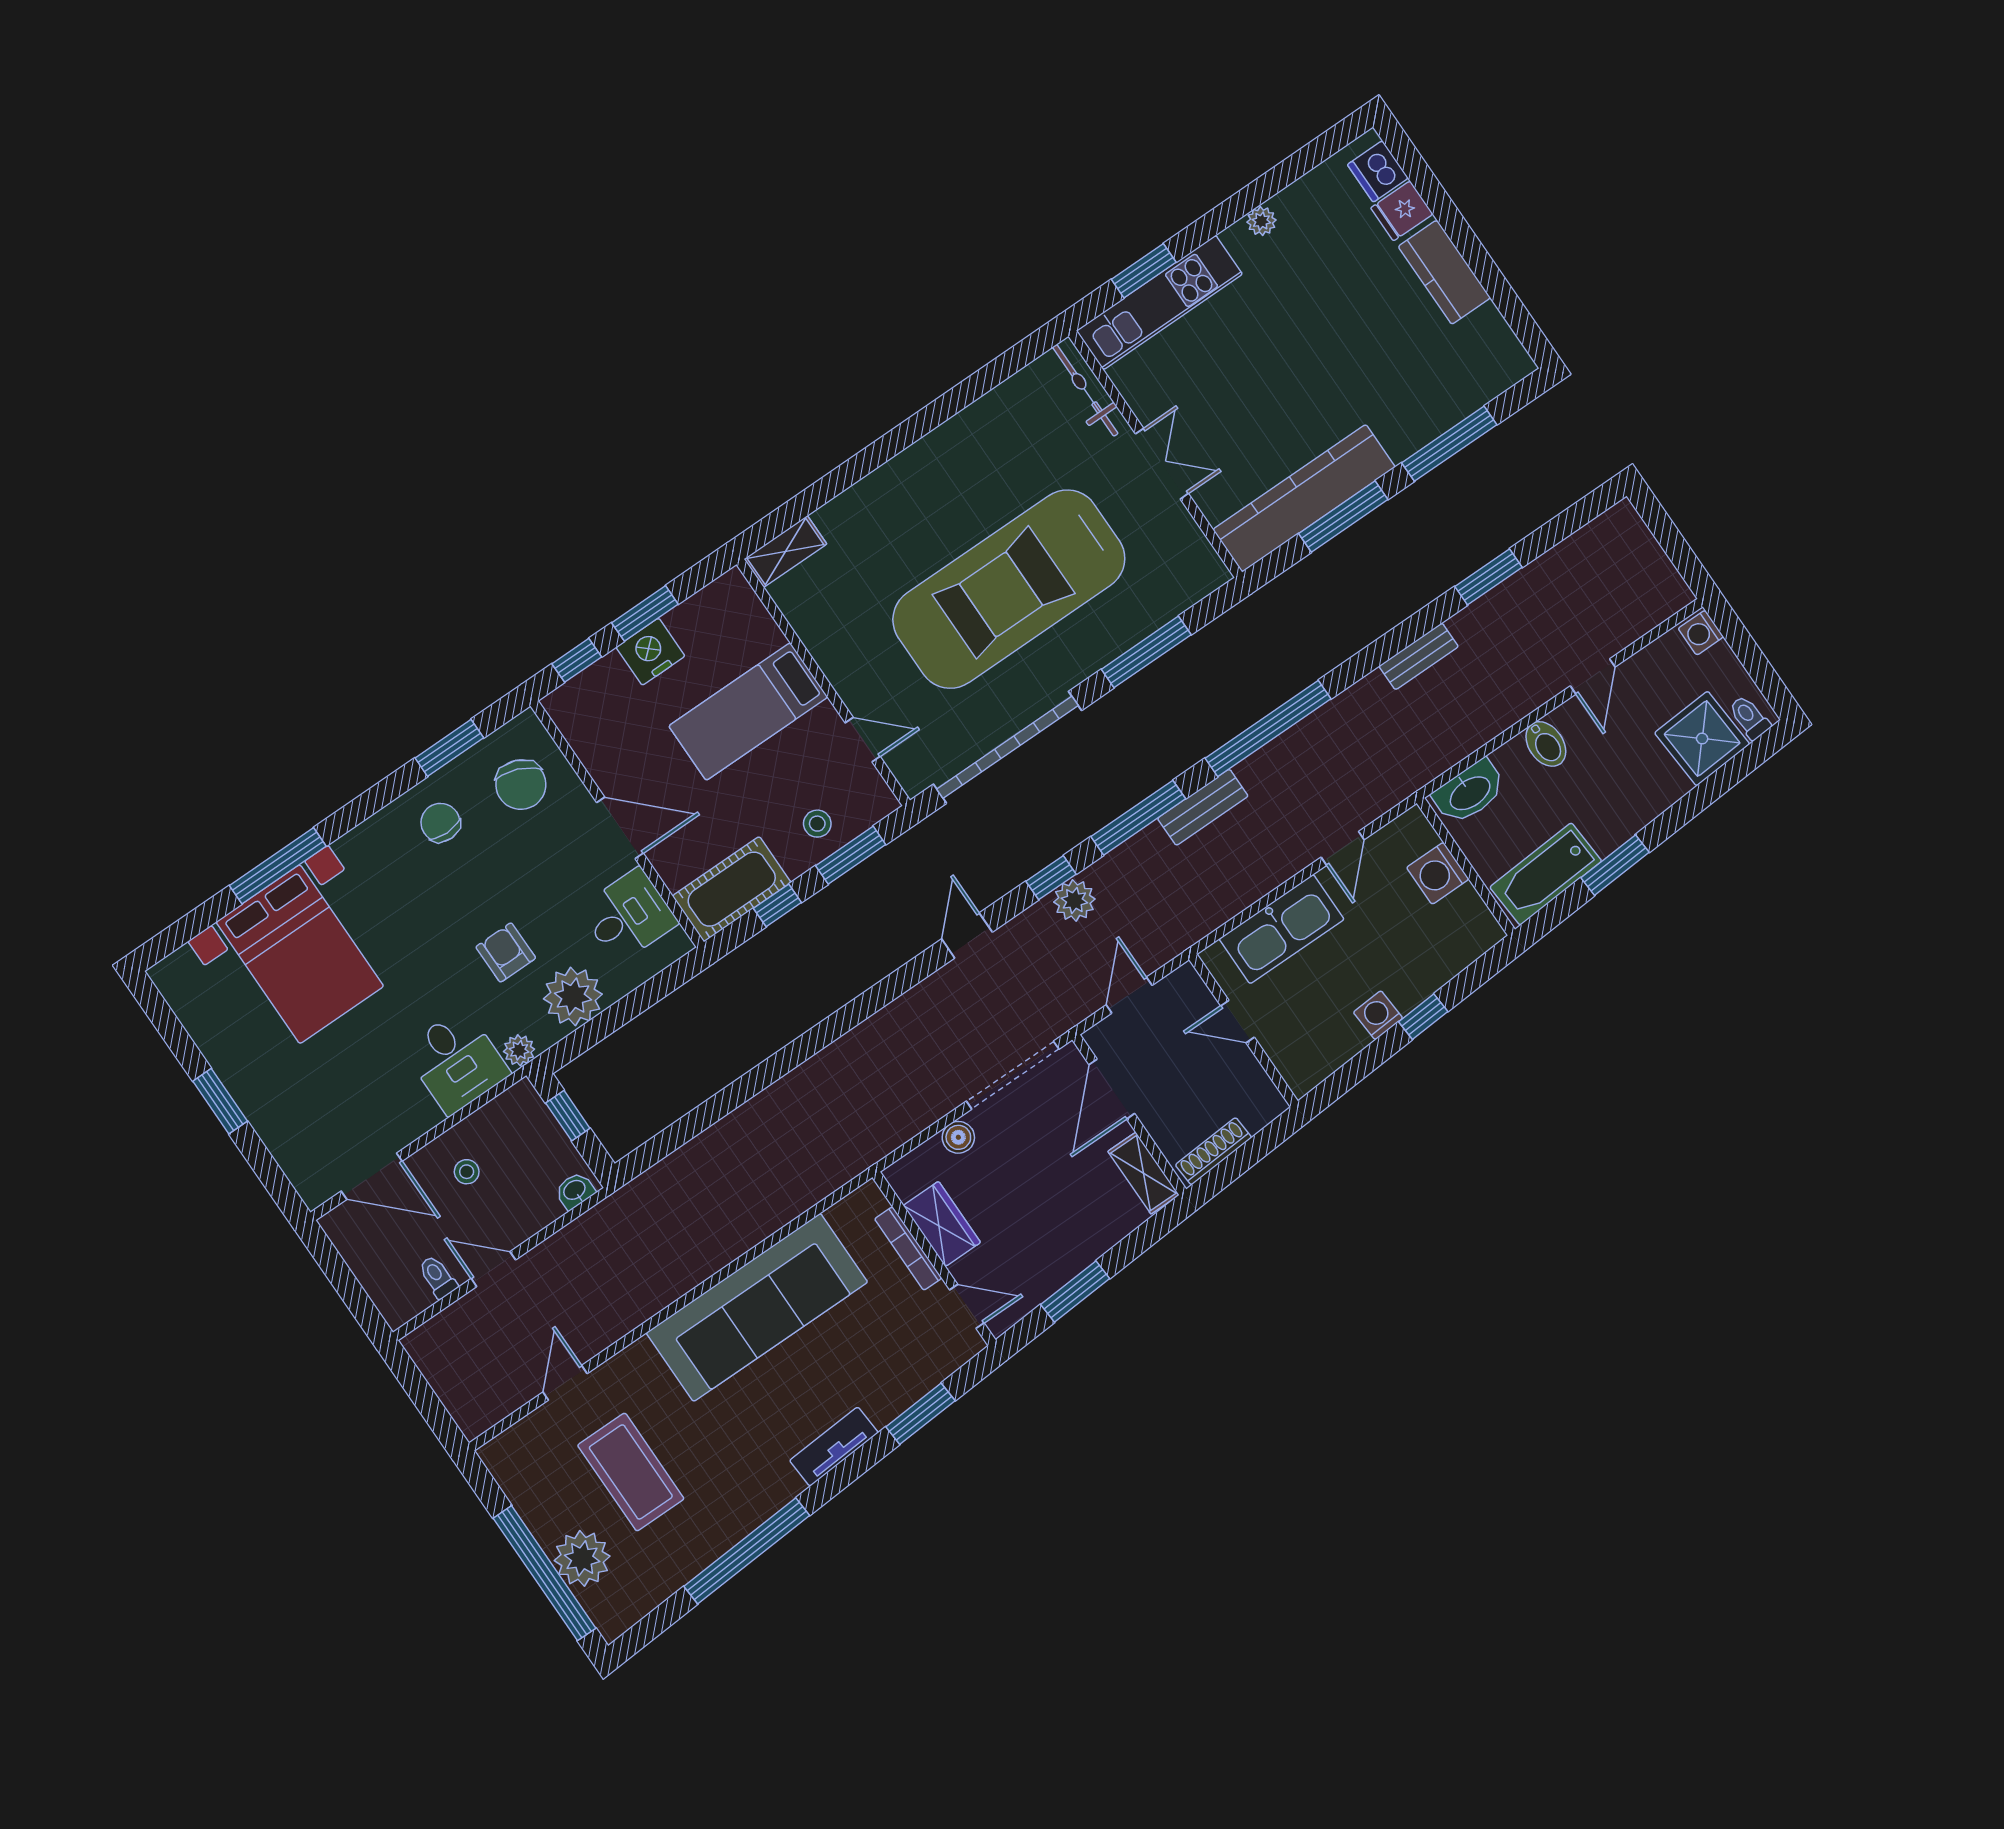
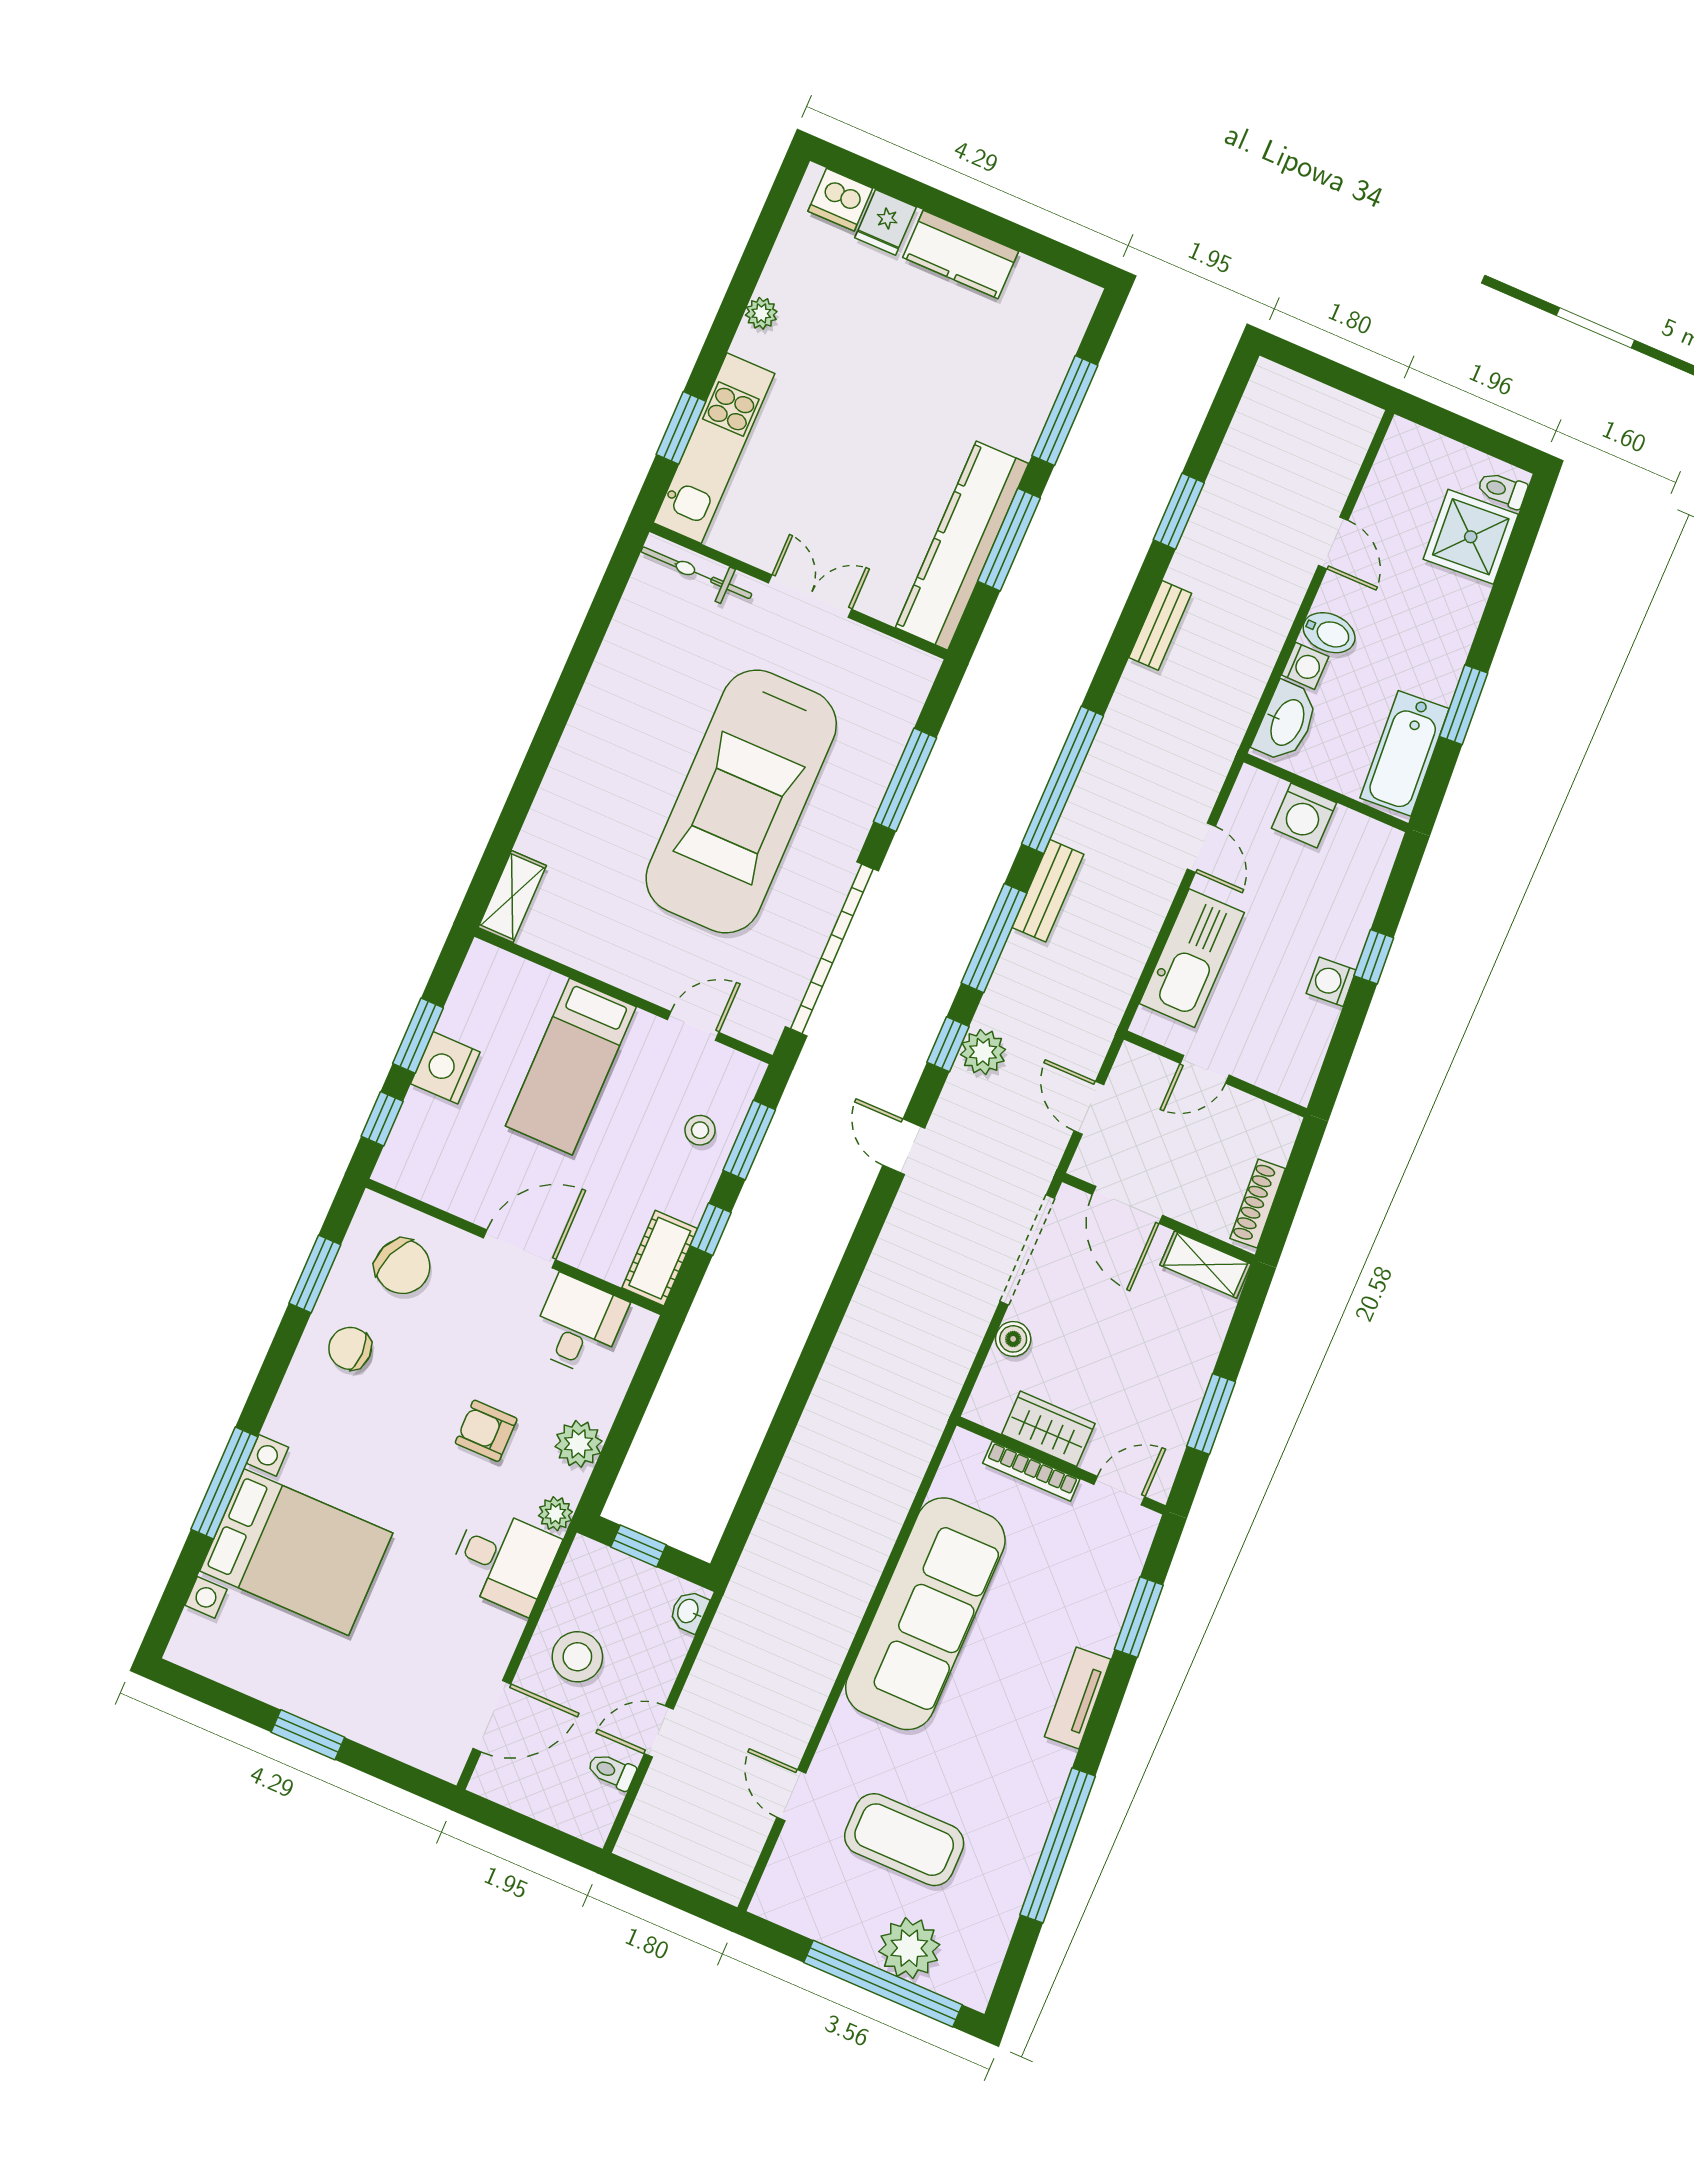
washing machine: (1701, 633) -> (1305, 666), moved, turned -90
cot: (732, 889) -> (660, 1258), width x0.73, depth x0.75
plant: (573, 997) -> (579, 1444), width x0.73, depth x0.73
stool: (467, 1172) -> (577, 1657), width x1.89, depth x1.89

